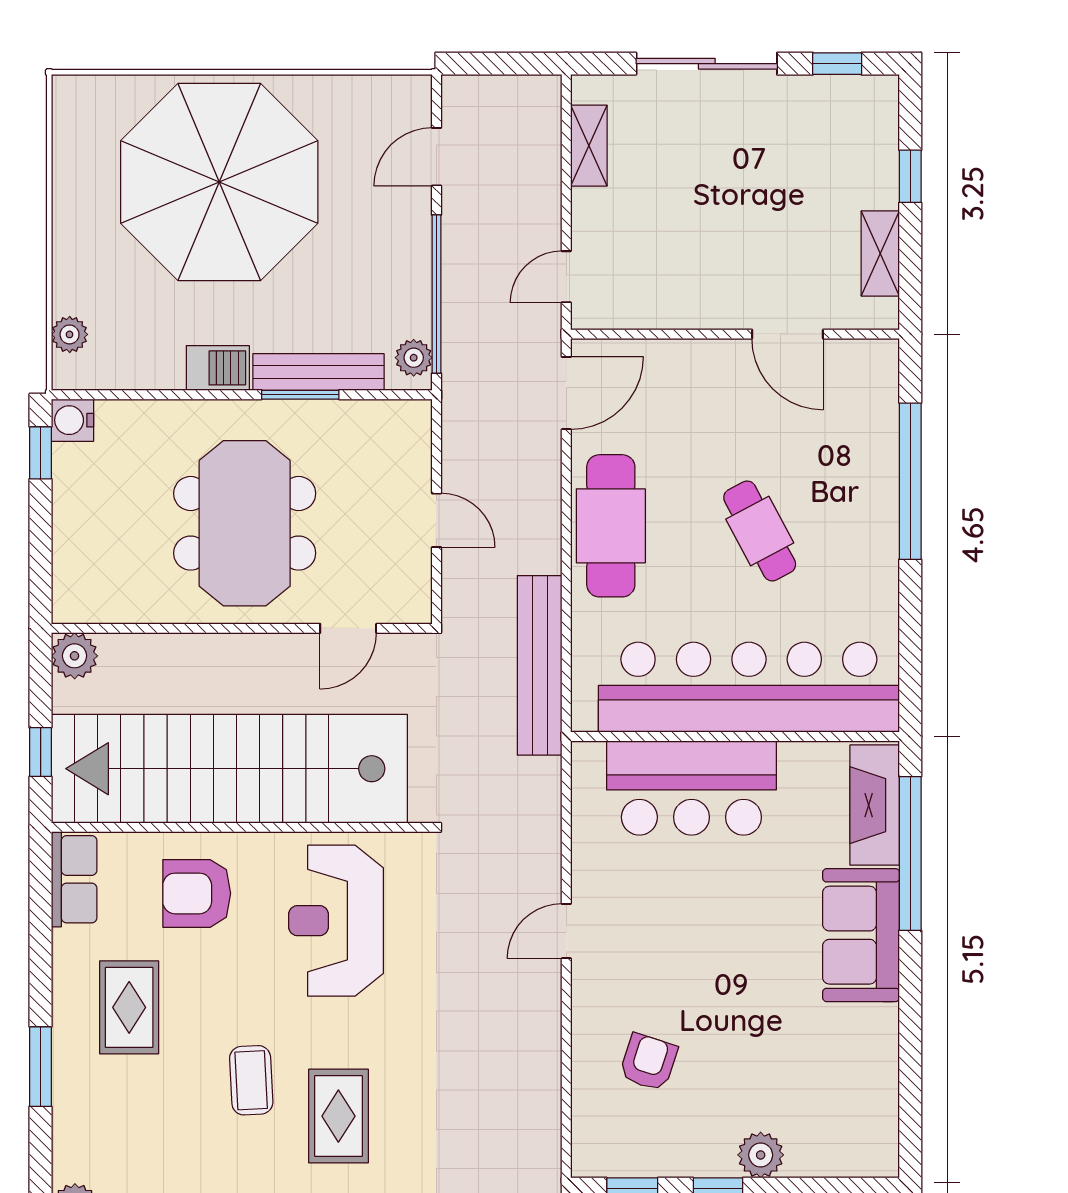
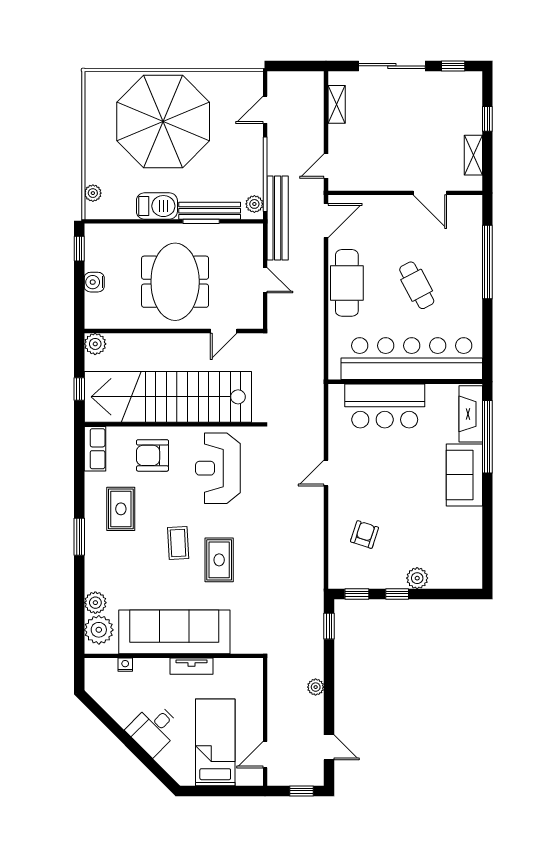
barbecue: (218, 368) -> (157, 206), width x1.38, depth x1.27
water cooler: (72, 420) -> (94, 282), moved
bench: (540, 665) -> (278, 218), moved

